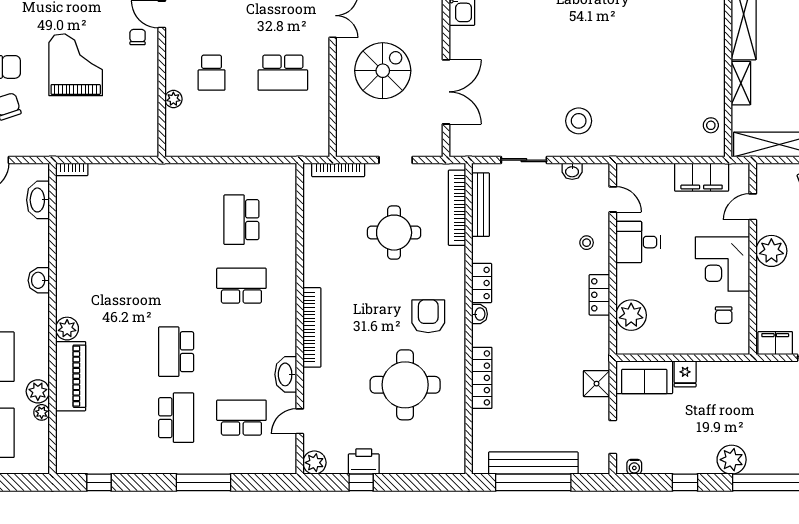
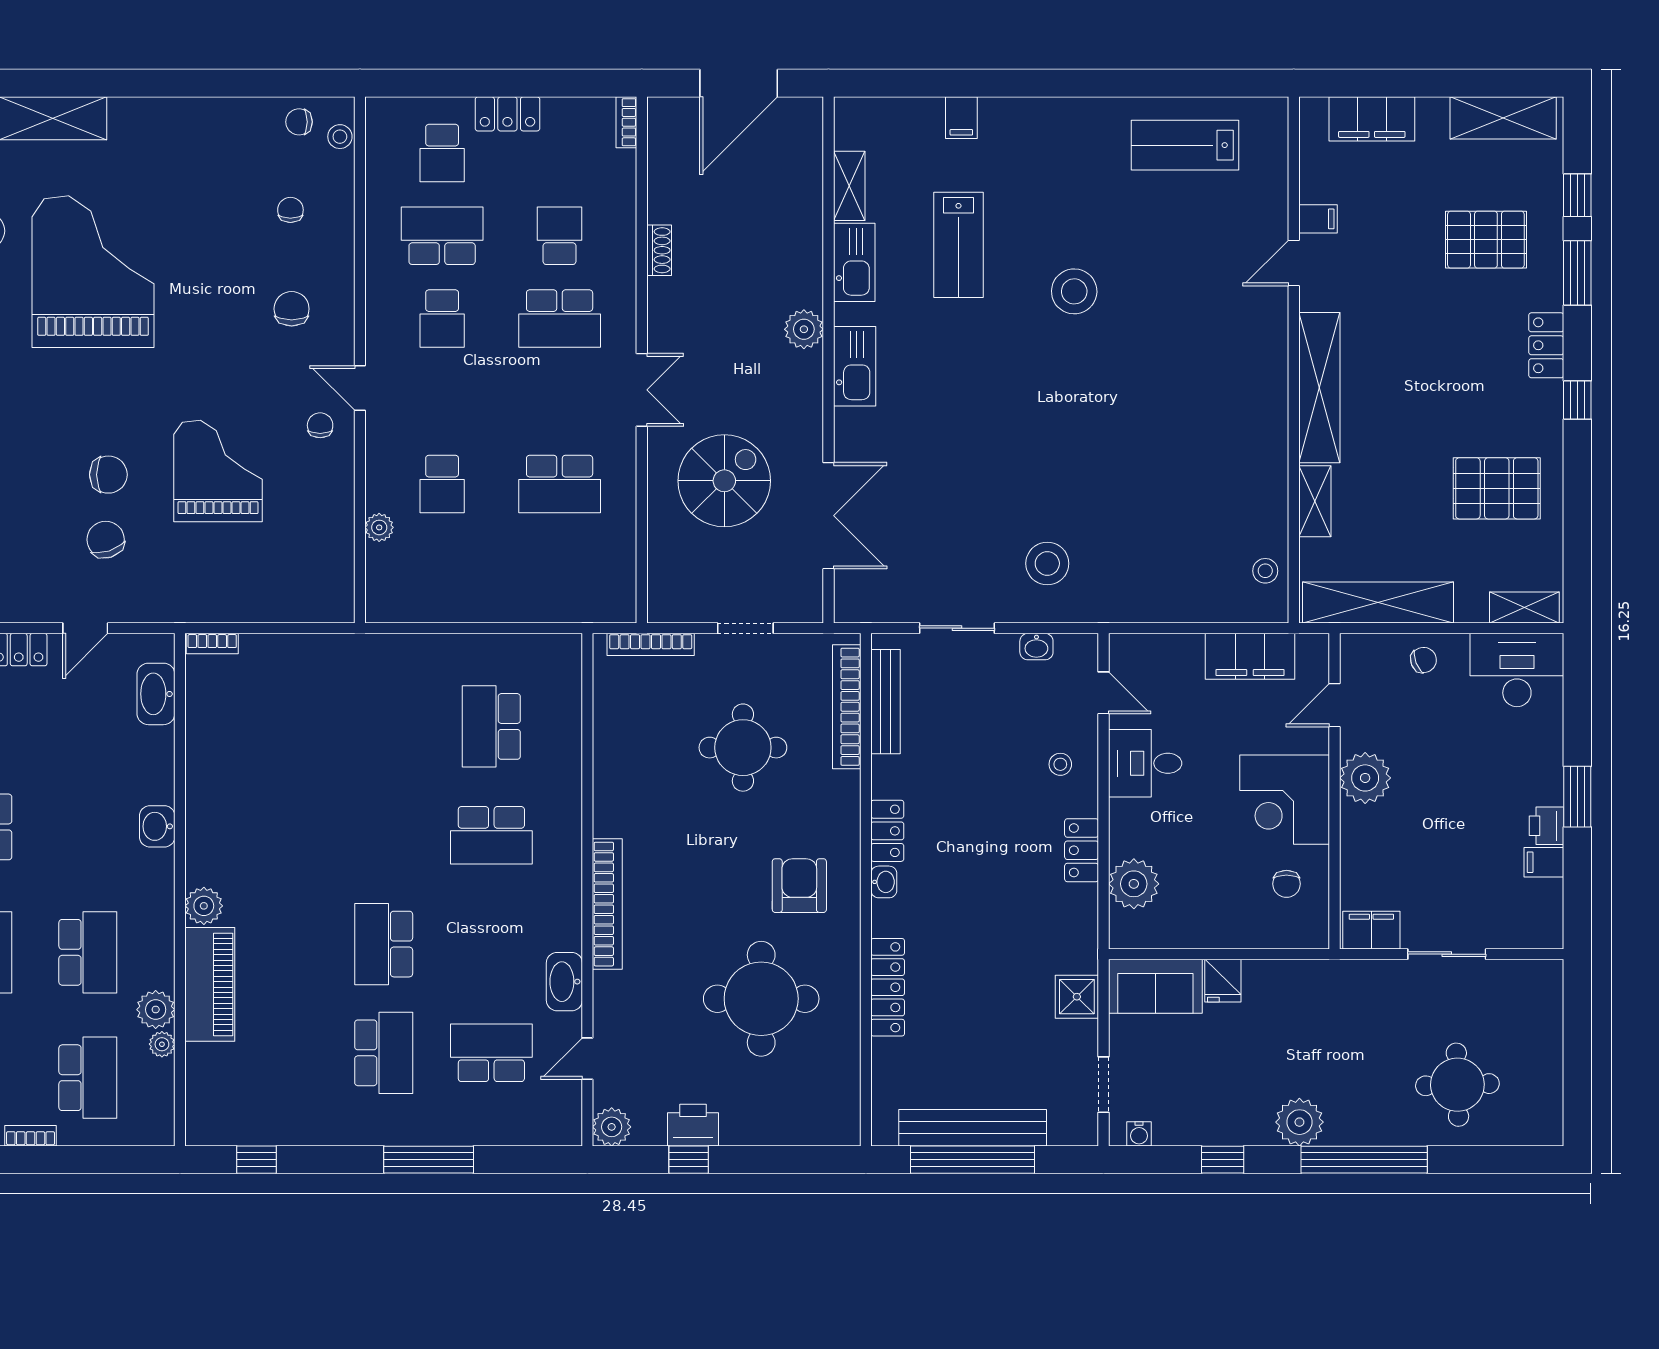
school desk: (241, 286) -> (491, 835), turned 180

